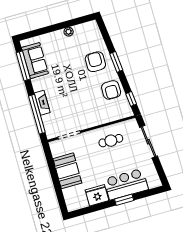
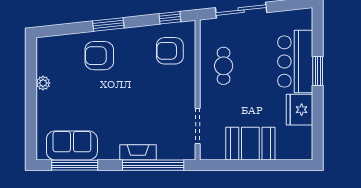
armchair: (111, 90) -> (170, 51), moved, turned 180

